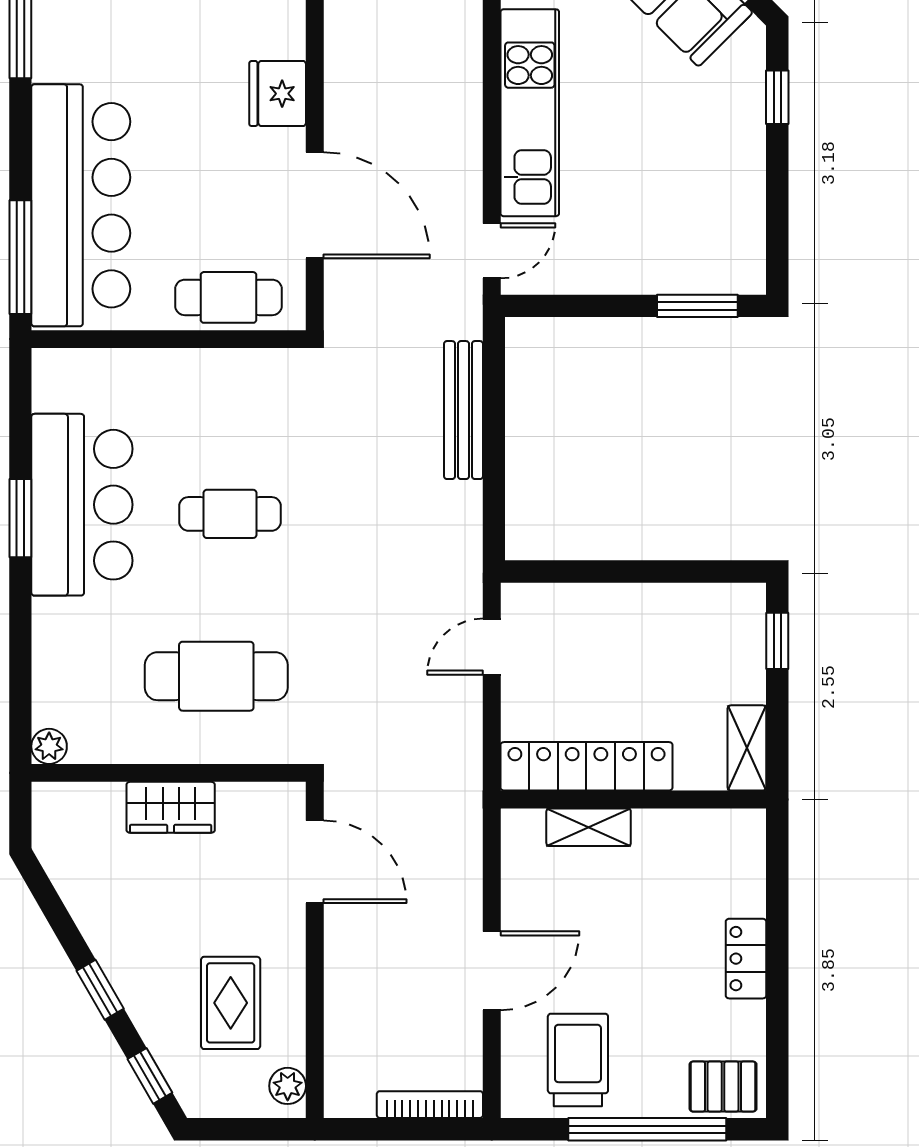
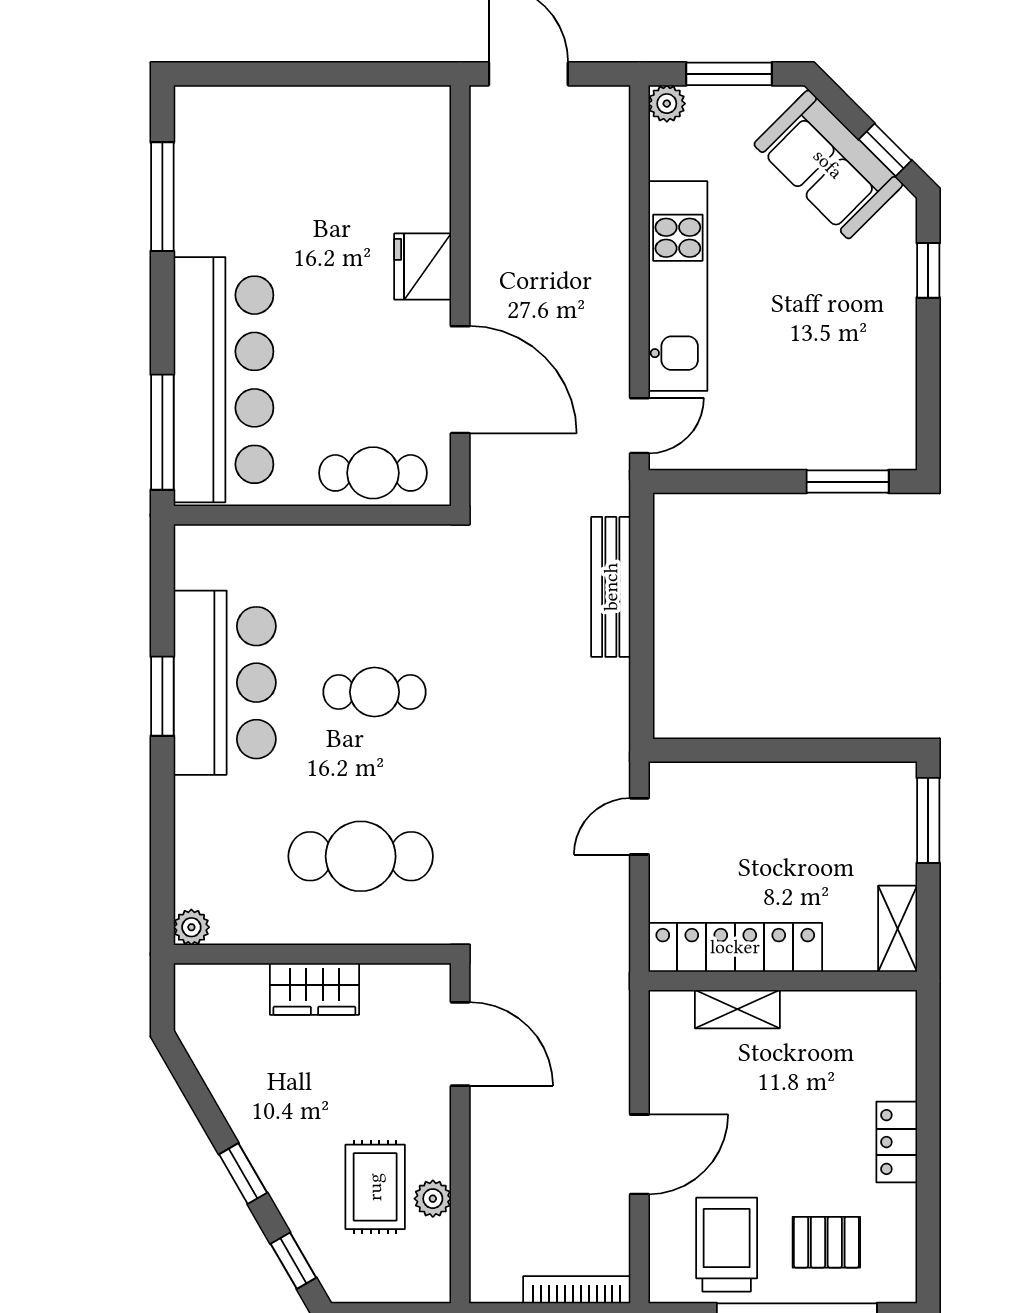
window: (777, 641) -> (928, 820), width x1.50
plant: (288, 1086) -> (433, 1199), moved
pallet: (723, 1087) -> (826, 1242), moved

